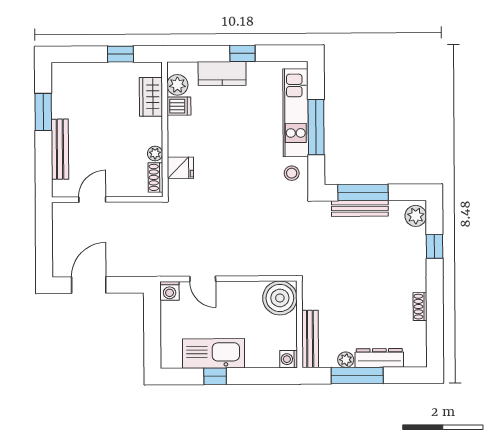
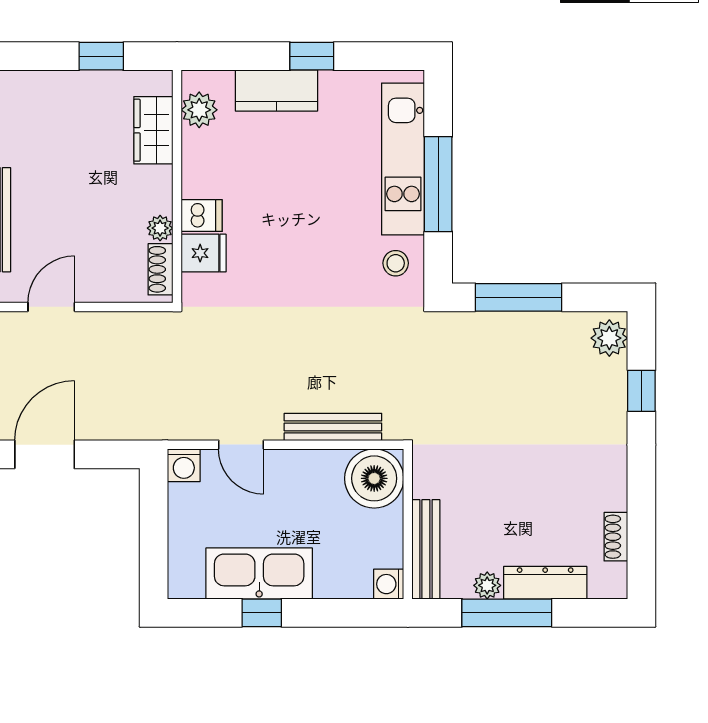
dishwasher: (179, 106) -> (202, 216), moved
bench: (360, 208) -> (333, 427), moved
shoe rack: (420, 307) -> (616, 537), moved

